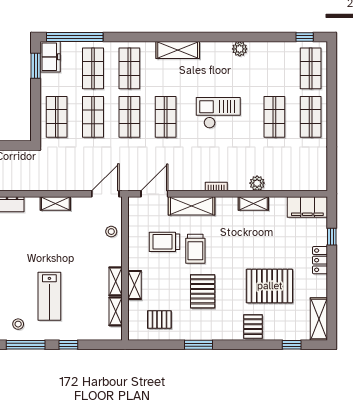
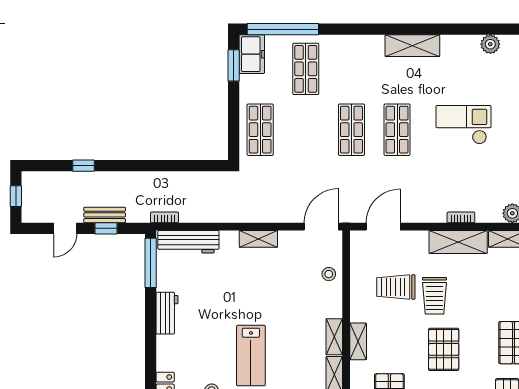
shop shelf: (129, 68) -> (351, 69), removed
shop shelf: (93, 117) -> (306, 130), removed
shelving: (192, 206) -> (458, 242), moved

